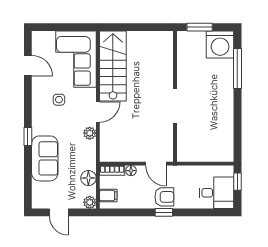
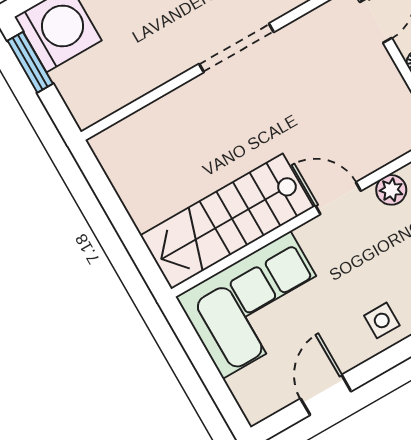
window: (200, 27) -> (30, 62), moved
side table: (59, 100) -> (382, 320), moved

